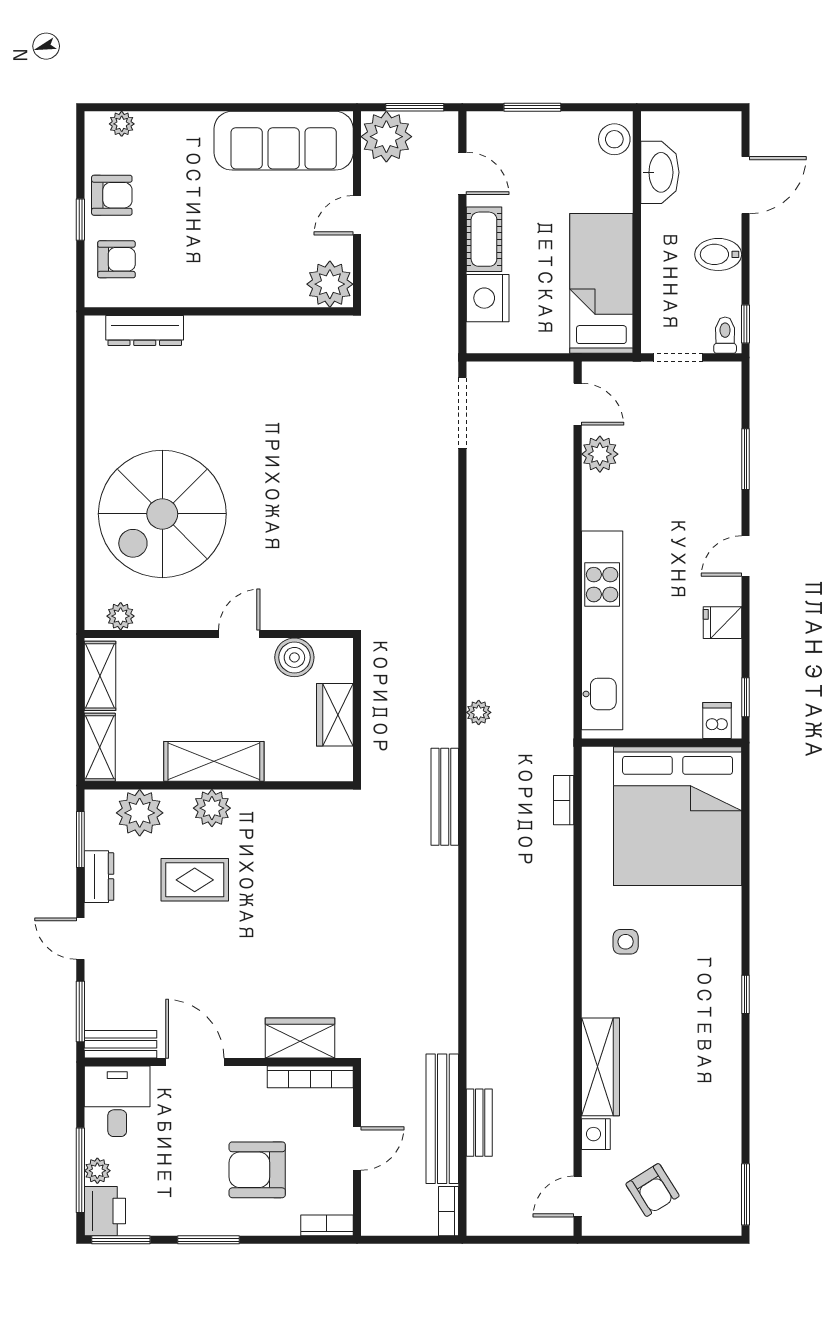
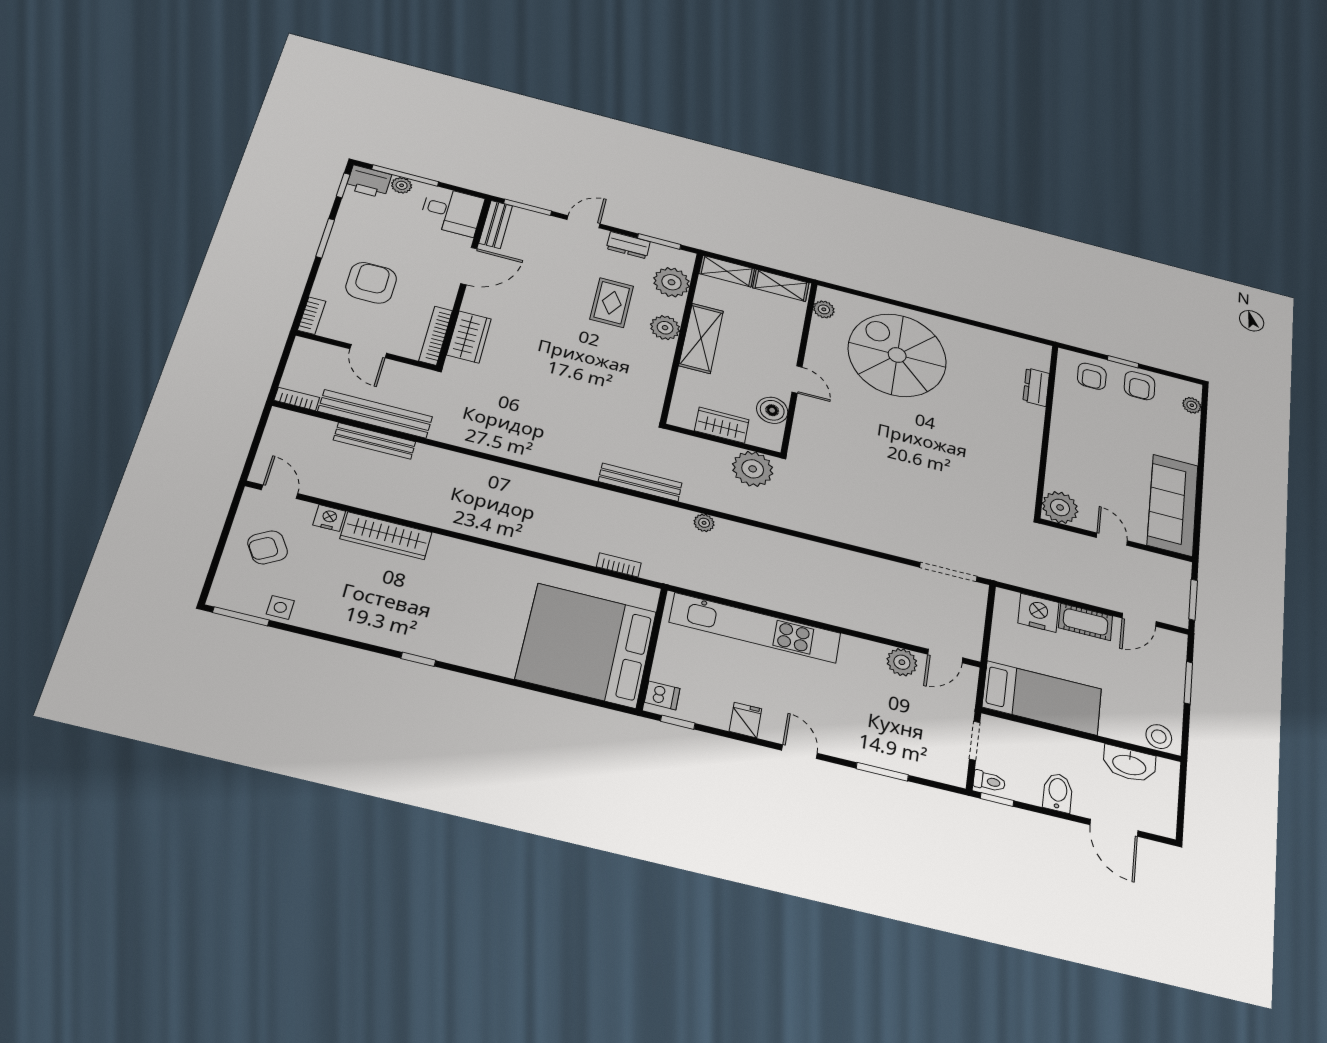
plant: (386, 137) -> (753, 469), moved
dresser: (145, 330) -> (1036, 387), width x0.70
side table: (626, 942) -> (280, 607), moved
bench: (479, 1123) -> (375, 441), width x1.36
window: (121, 1240) -> (343, 185), width x0.67

